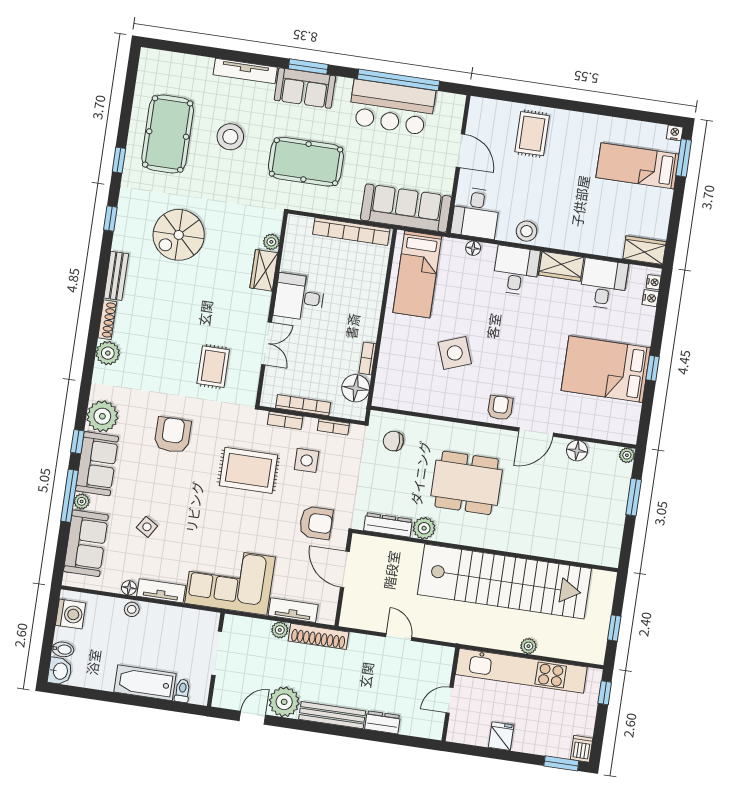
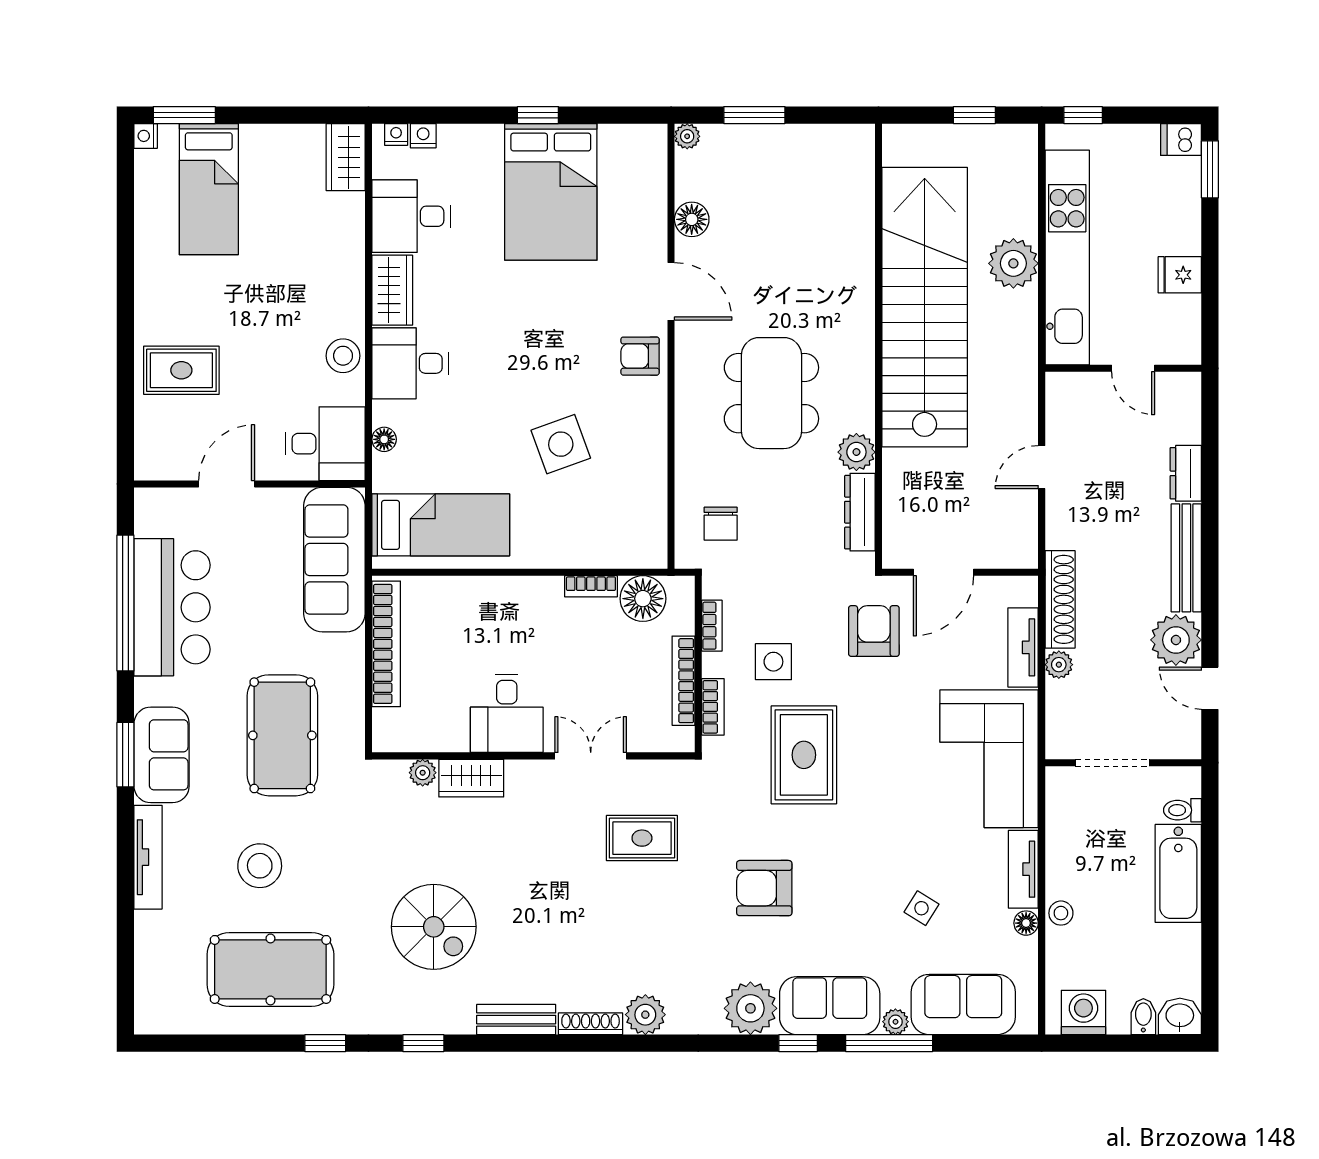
plant: (528, 646) -> (1013, 263), width x1.87, depth x1.87

